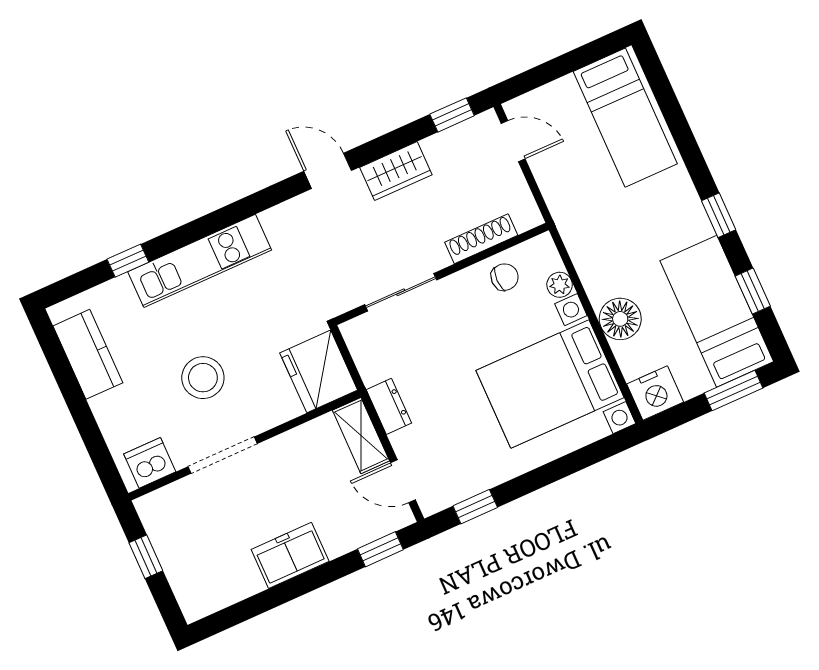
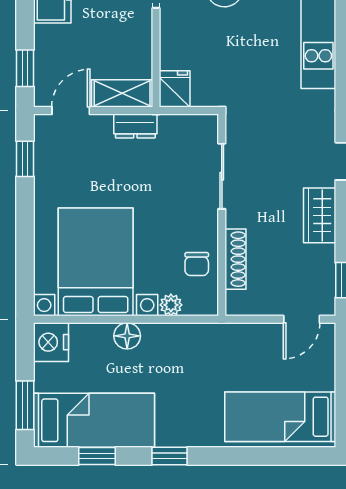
floor lamp: (620, 319) -> (127, 336), width x0.73, depth x0.73
fridge: (319, 371) -> (175, 89), width x0.53, depth x0.75

